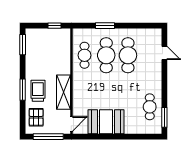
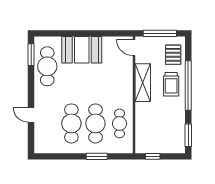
door: (164, 53) -> (31, 115), moved
window: (23, 90) -> (188, 85), width x2.11
cafe table: (150, 107) -> (47, 66), width x1.37, depth x1.35
booth: (106, 122) -> (82, 50), moved
door: (71, 124) -> (134, 48), hinge flipped

